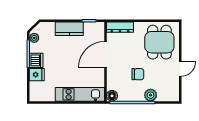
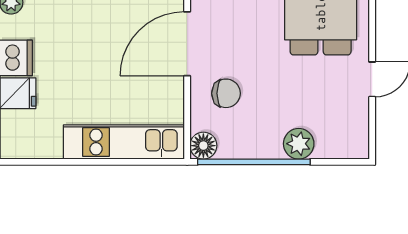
chair: (138, 74) -> (226, 93), moved

